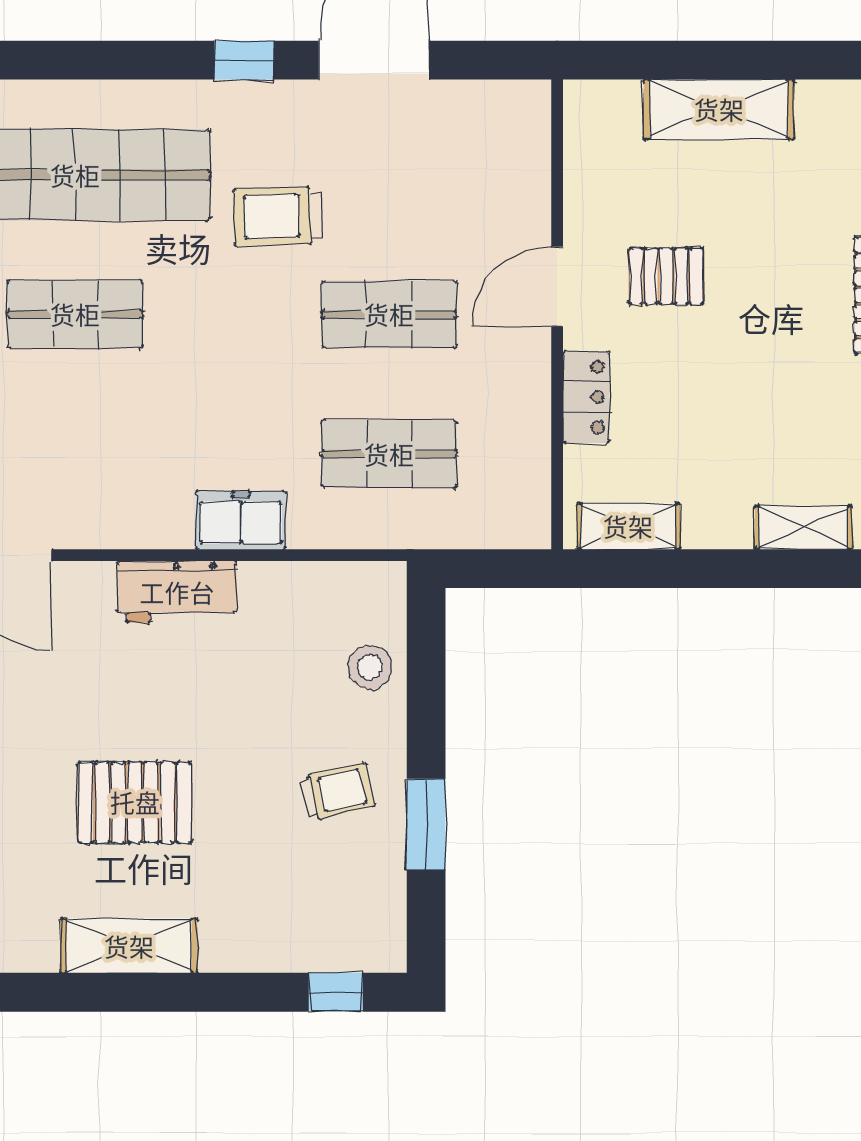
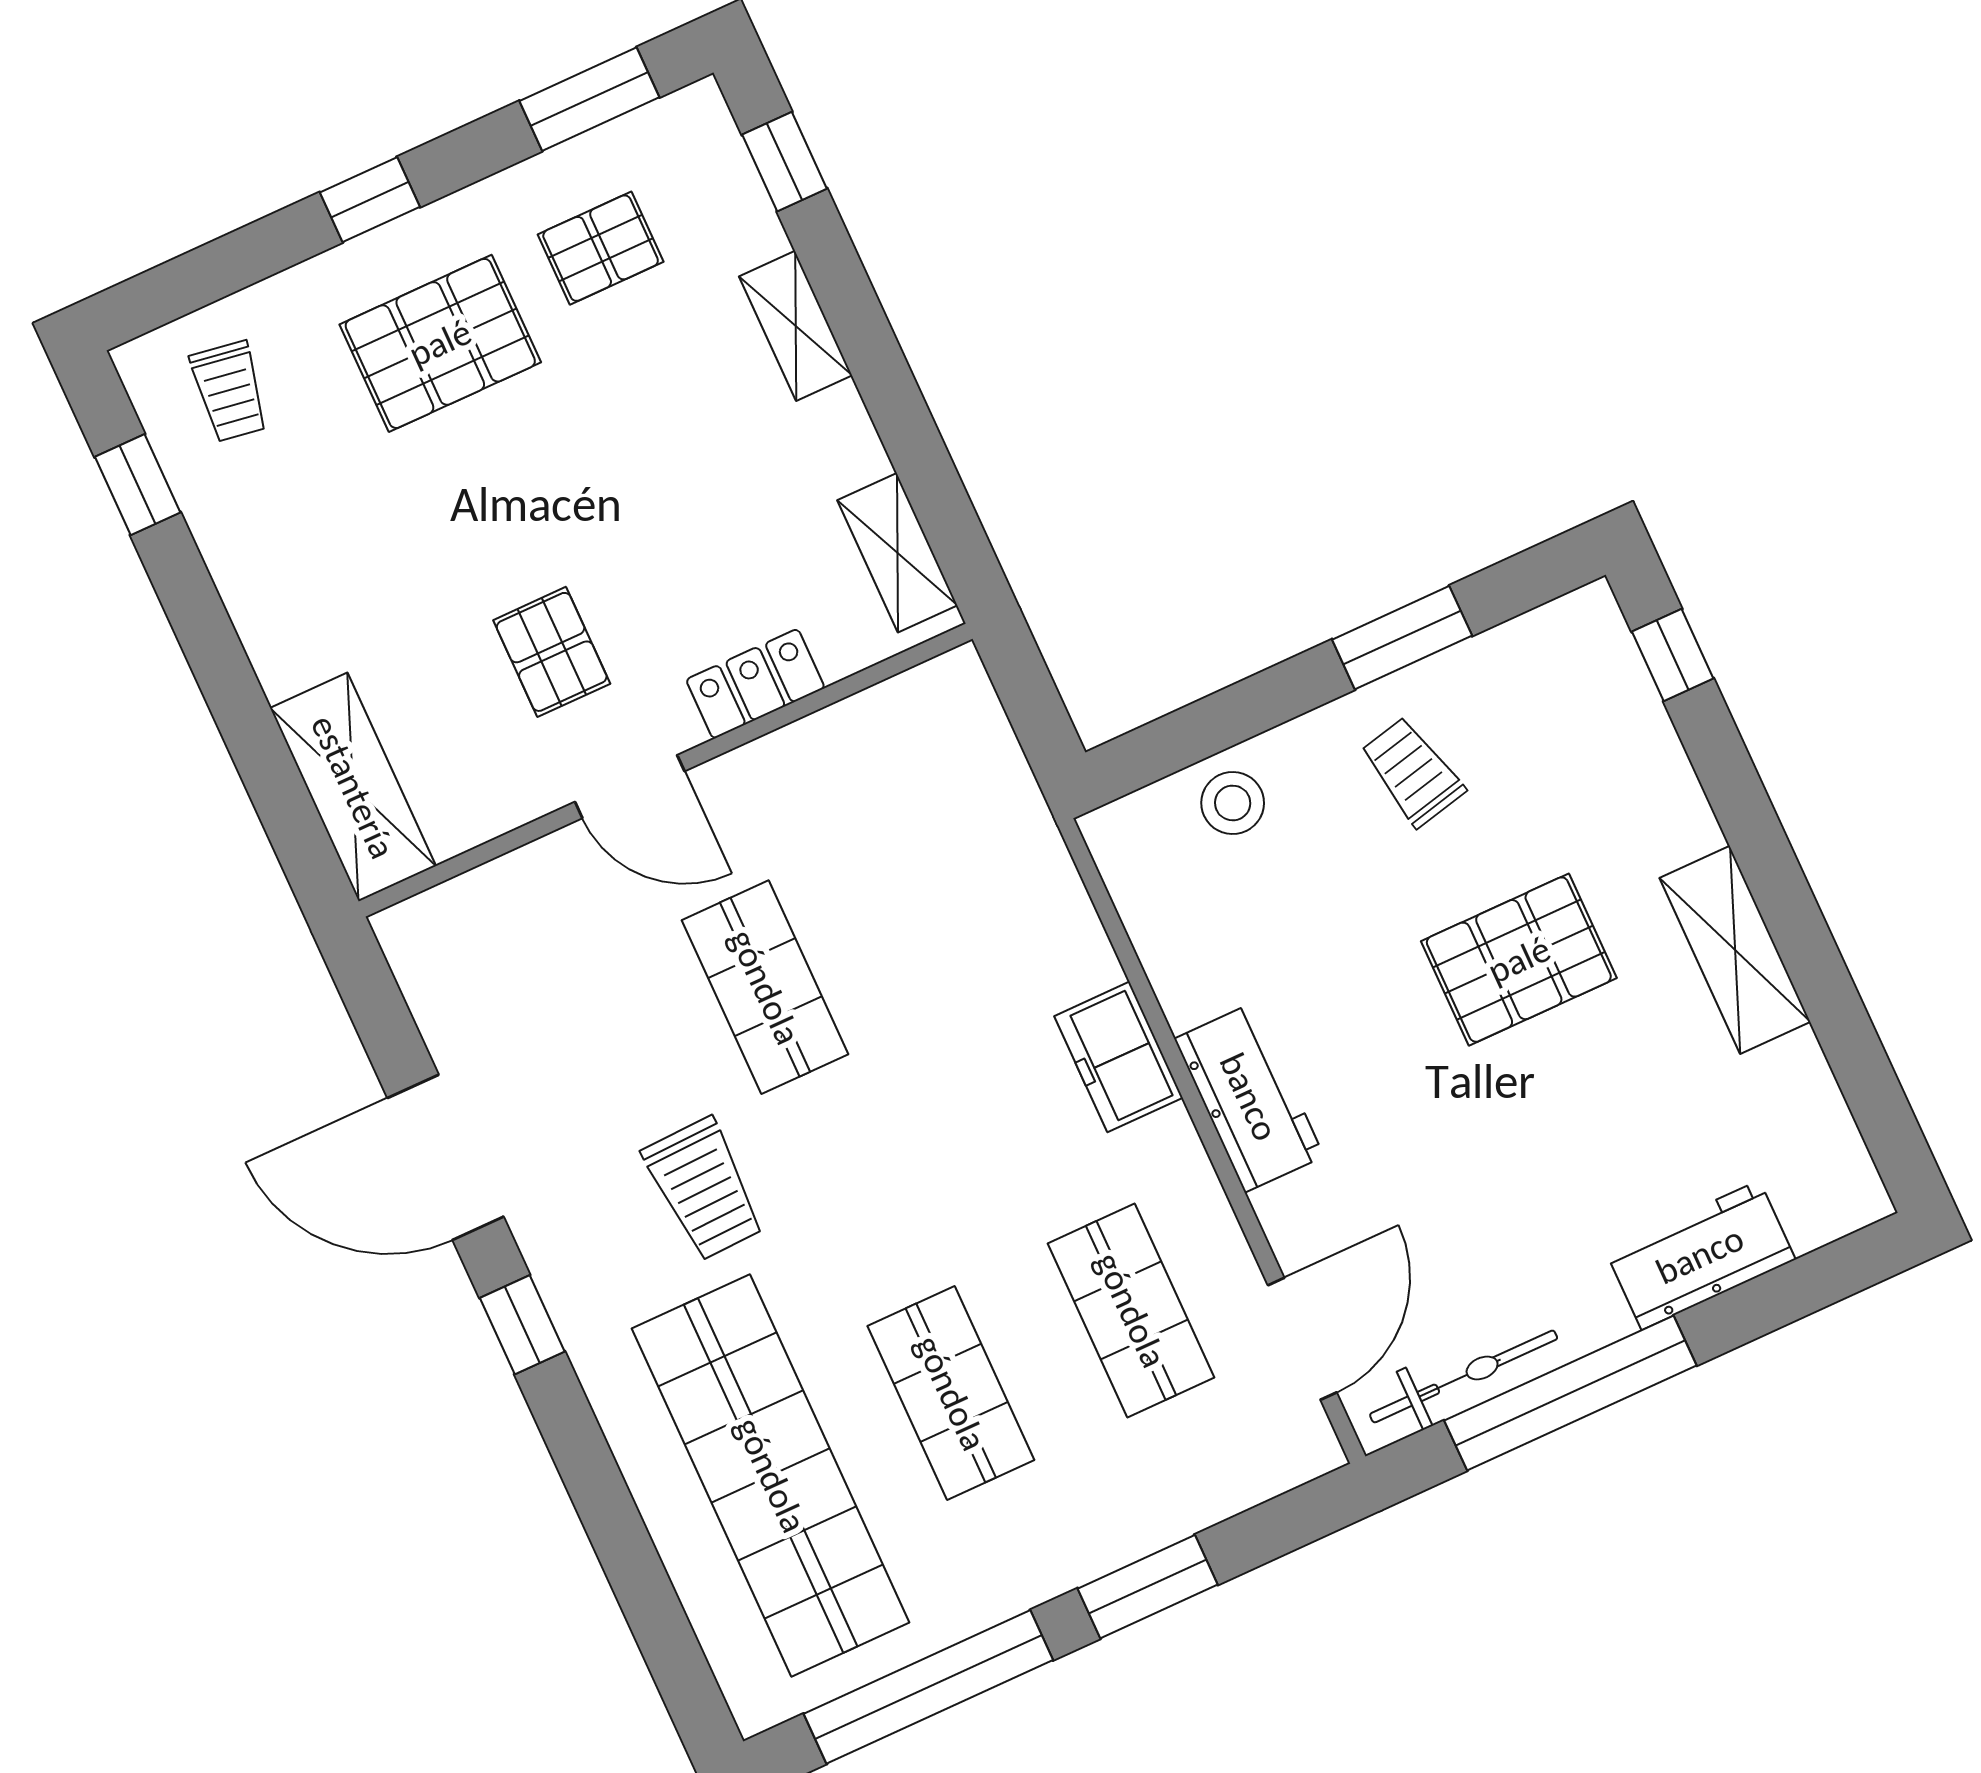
shelving: (719, 109) -> (353, 787), moved
shop shelf: (389, 454) -> (1131, 1310), moved
pallet: (135, 802) -> (1519, 960), moved, turned 90

